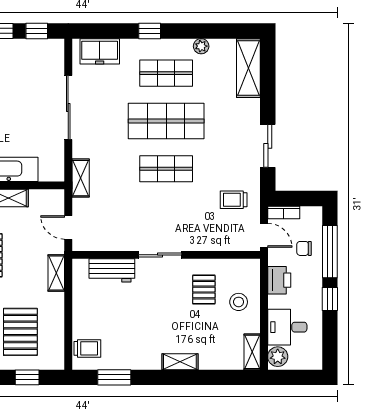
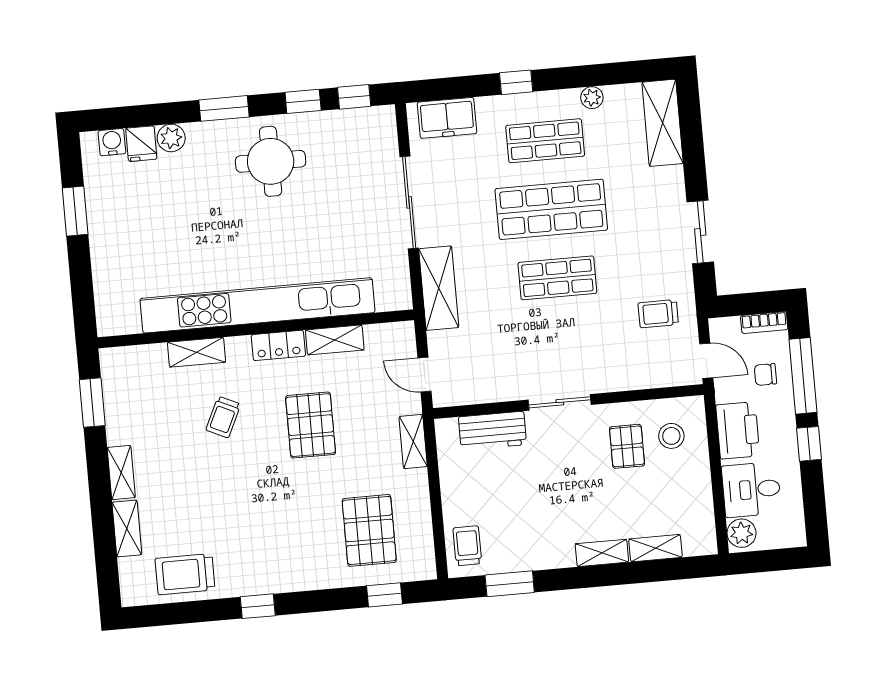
shelving: (81, 178) -> (439, 288), width x1.50, depth x1.33
bookcase: (284, 212) -> (764, 323), moved
printer: (279, 280) -> (738, 430), width x1.37, depth x1.19
stool: (239, 302) -> (671, 436), moved
trolley: (87, 348) -> (467, 546), turned -90
shelving: (252, 352) -> (655, 548), moved, turned 90

